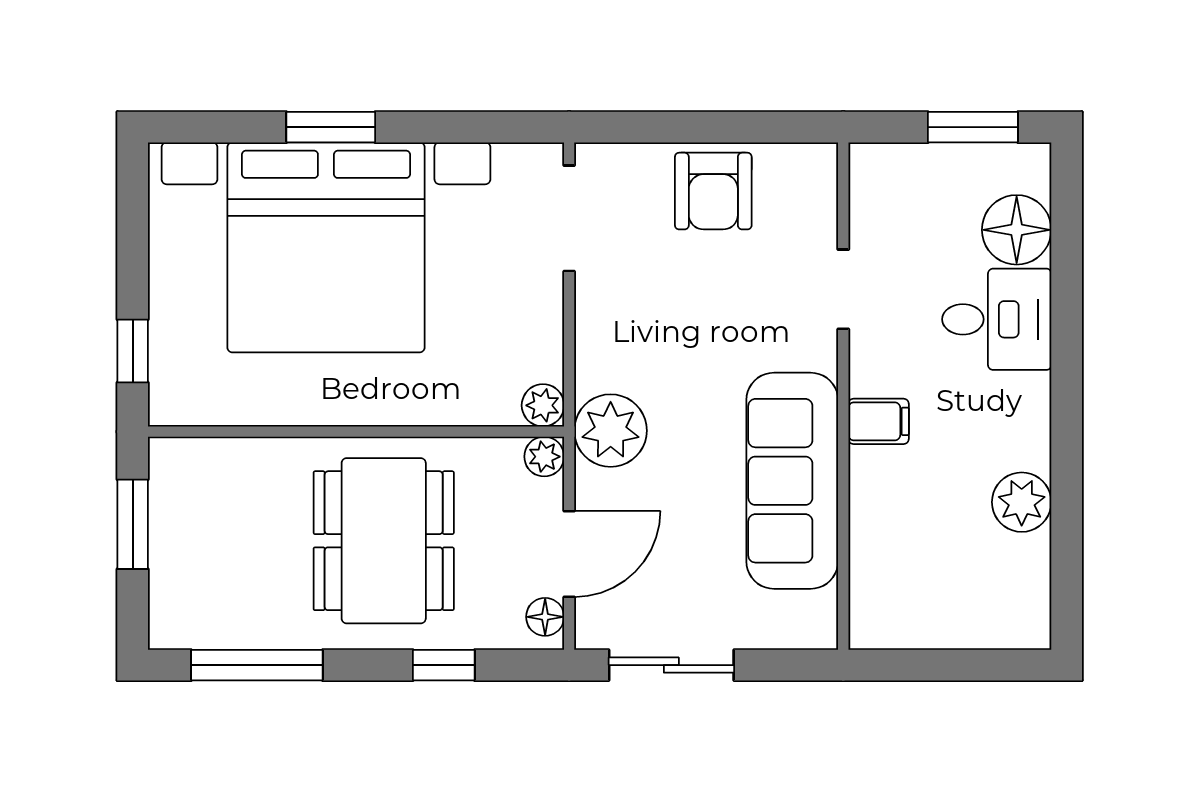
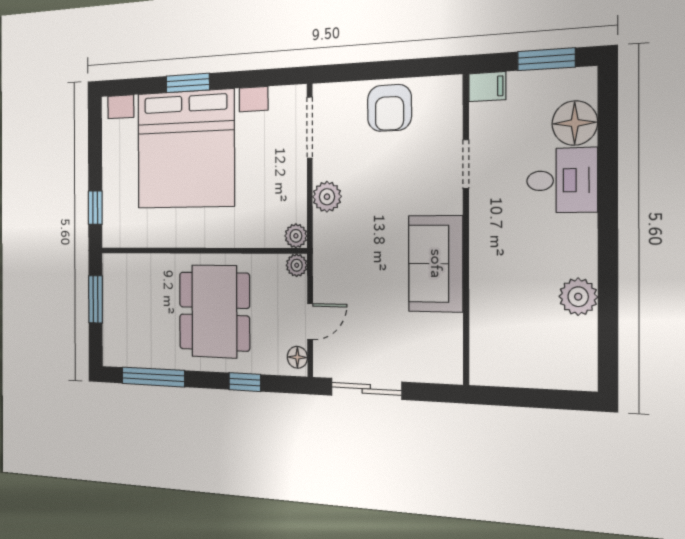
filing cabinet: (879, 421) -> (487, 87), moved
plant: (611, 431) -> (327, 197), moved, width x0.73, depth x0.73
sofa: (792, 481) -> (436, 264), width x0.73
door: (569, 554) -> (310, 322), width x0.73

